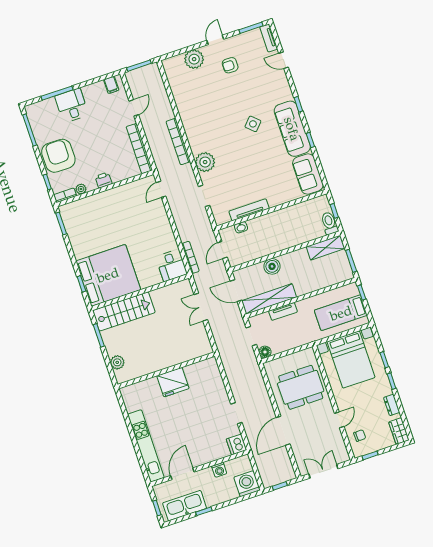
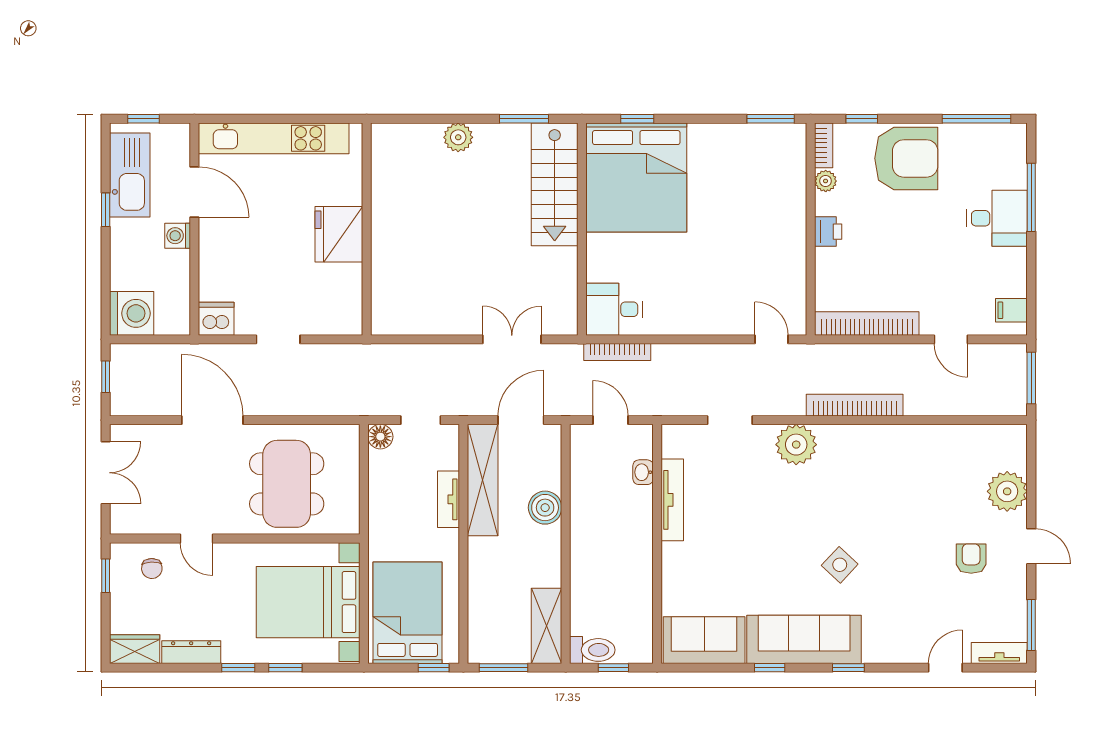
bed: (341, 313) -> (408, 613), width x1.50
wall: (166, 370) -> (367, 229), moved
fridge: (173, 382) -> (339, 234), moved
dresser: (392, 405) -> (191, 652), width x1.44
washing machine: (219, 470) -> (178, 236), moved

